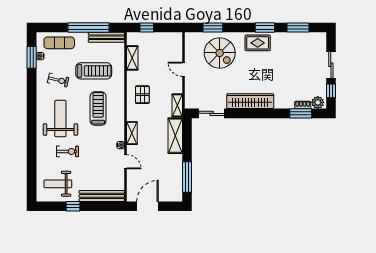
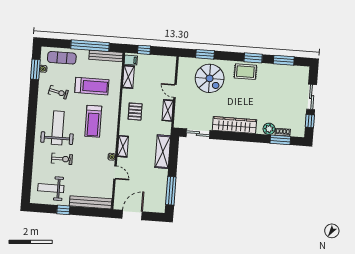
filing cabinet: (133, 40) -> (131, 60), added
plant: (318, 102) -> (269, 129), moved
shelving: (177, 105) -> (168, 110), moved
treadmill: (98, 109) -> (93, 121), turned 180

